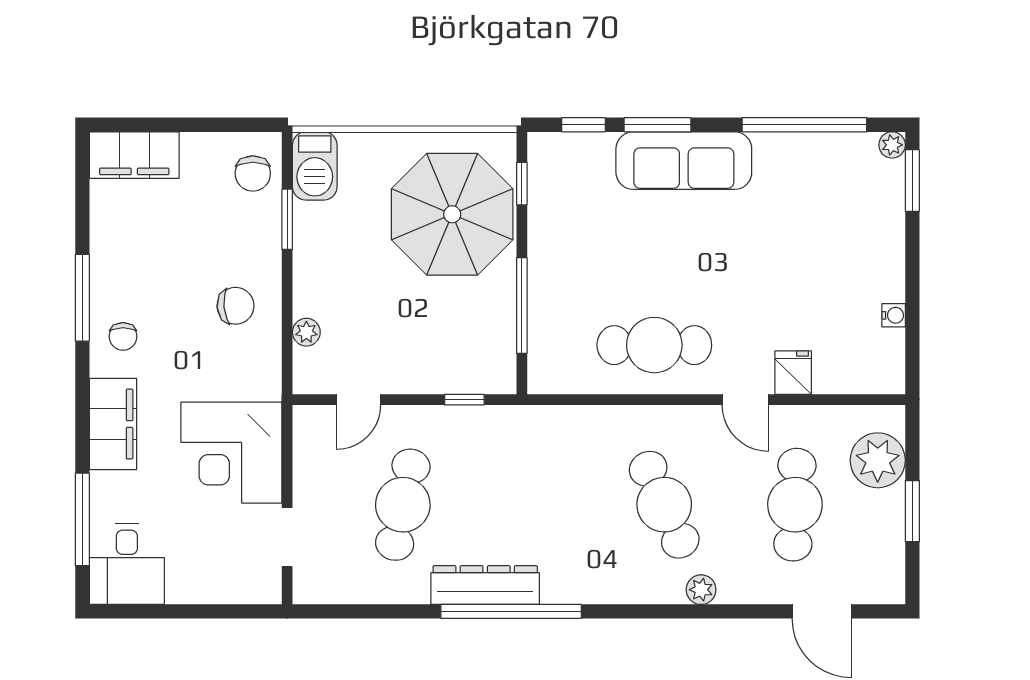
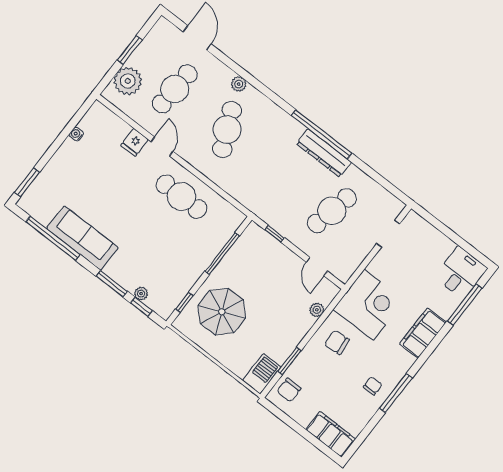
plant: (892, 145) -> (141, 294), moved
sofa: (684, 161) -> (82, 238), moved
chair: (253, 173) -> (289, 390), turned 180
parasol: (452, 214) -> (222, 312), width x0.73, depth x0.73
chair: (123, 336) -> (373, 386), moved
door: (358, 400) -> (317, 267), swing flipped
corner desk: (231, 453) -> (369, 305), moved

